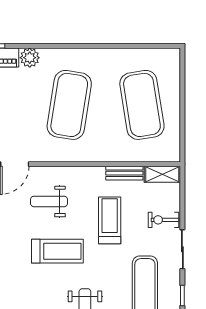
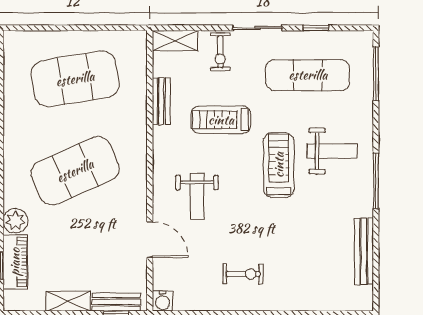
exercise mat: (69, 105) -> (75, 171), turned -33
shelving: (162, 174) -> (175, 41), moved, turned 90
treadmill: (57, 251) -> (279, 165), moved

